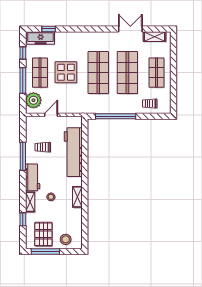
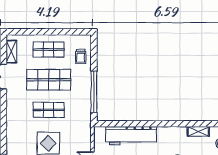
shop shelf: (98, 73) -> (49, 110), width x0.70, depth x0.74
shelving: (77, 197) -> (198, 131), moved

